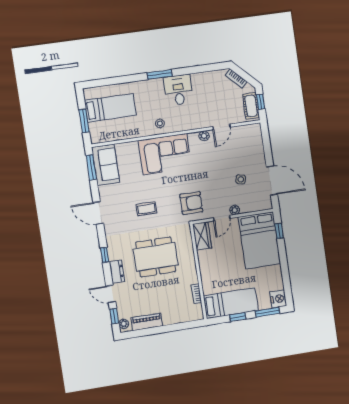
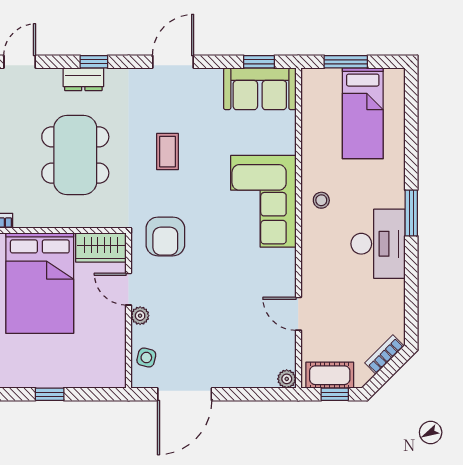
desk: (178, 90) -> (378, 244), width x1.37
plant: (204, 136) -> (287, 379), moved
window: (91, 167) -> (259, 62), width x0.67
side table: (241, 179) -> (146, 358), moved
window: (279, 231) -> (50, 394), moved
bed: (259, 240) -> (40, 283), moved, turned -90
dresser: (117, 272) -> (83, 79), moved

